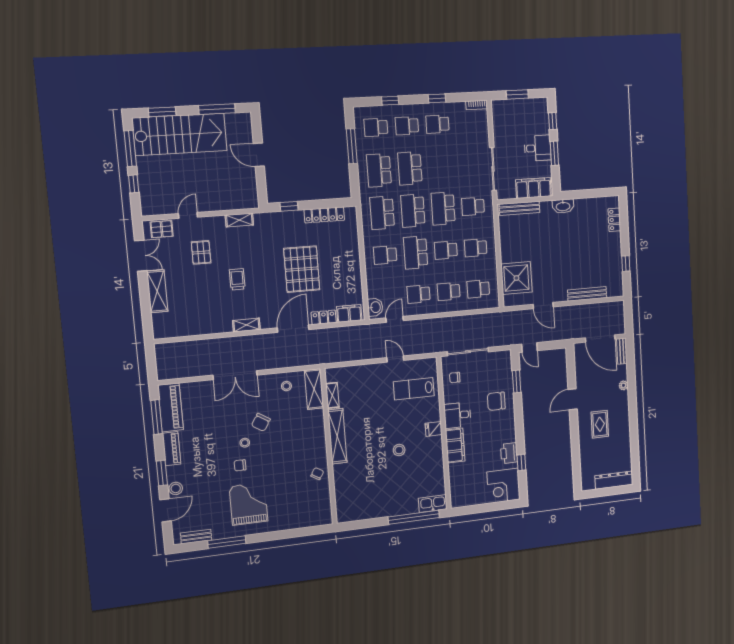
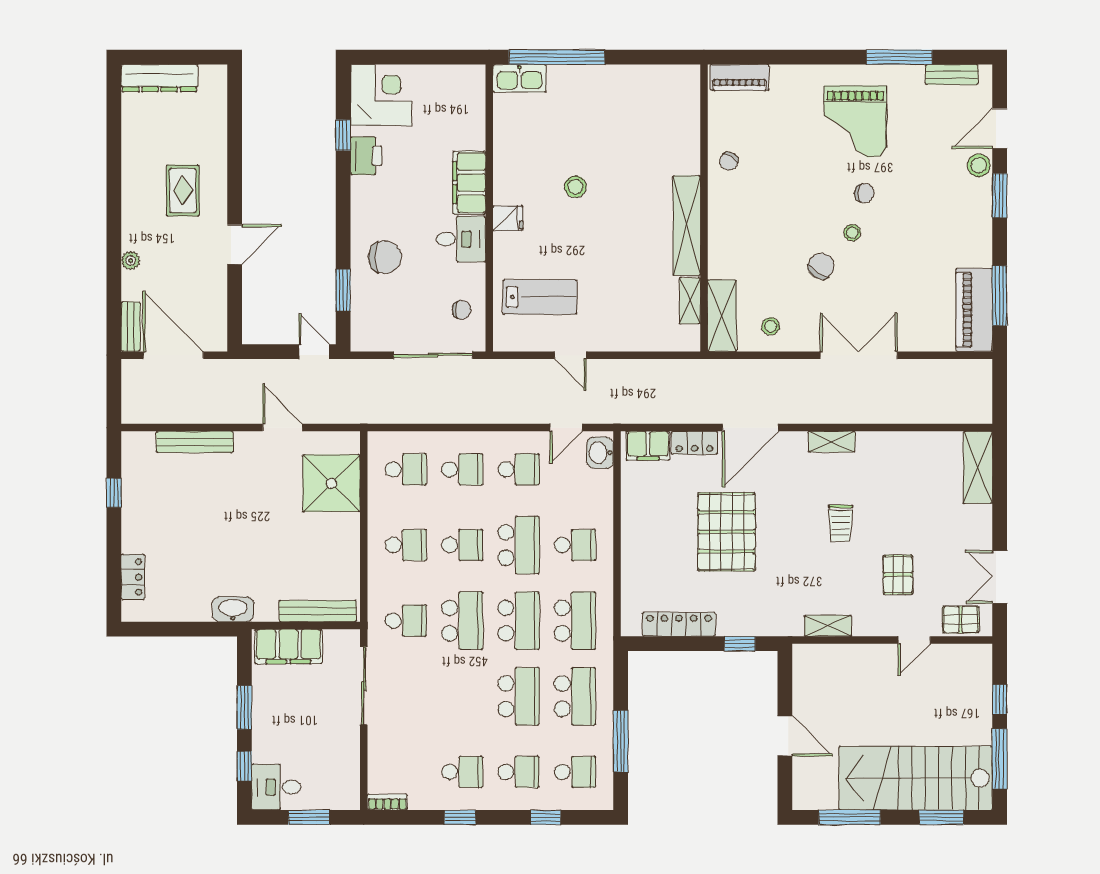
desk: (538, 148) -> (276, 787), moved
shelving: (157, 291) -> (978, 467), moved
piano: (172, 449) -> (740, 78), moved, turned -90

